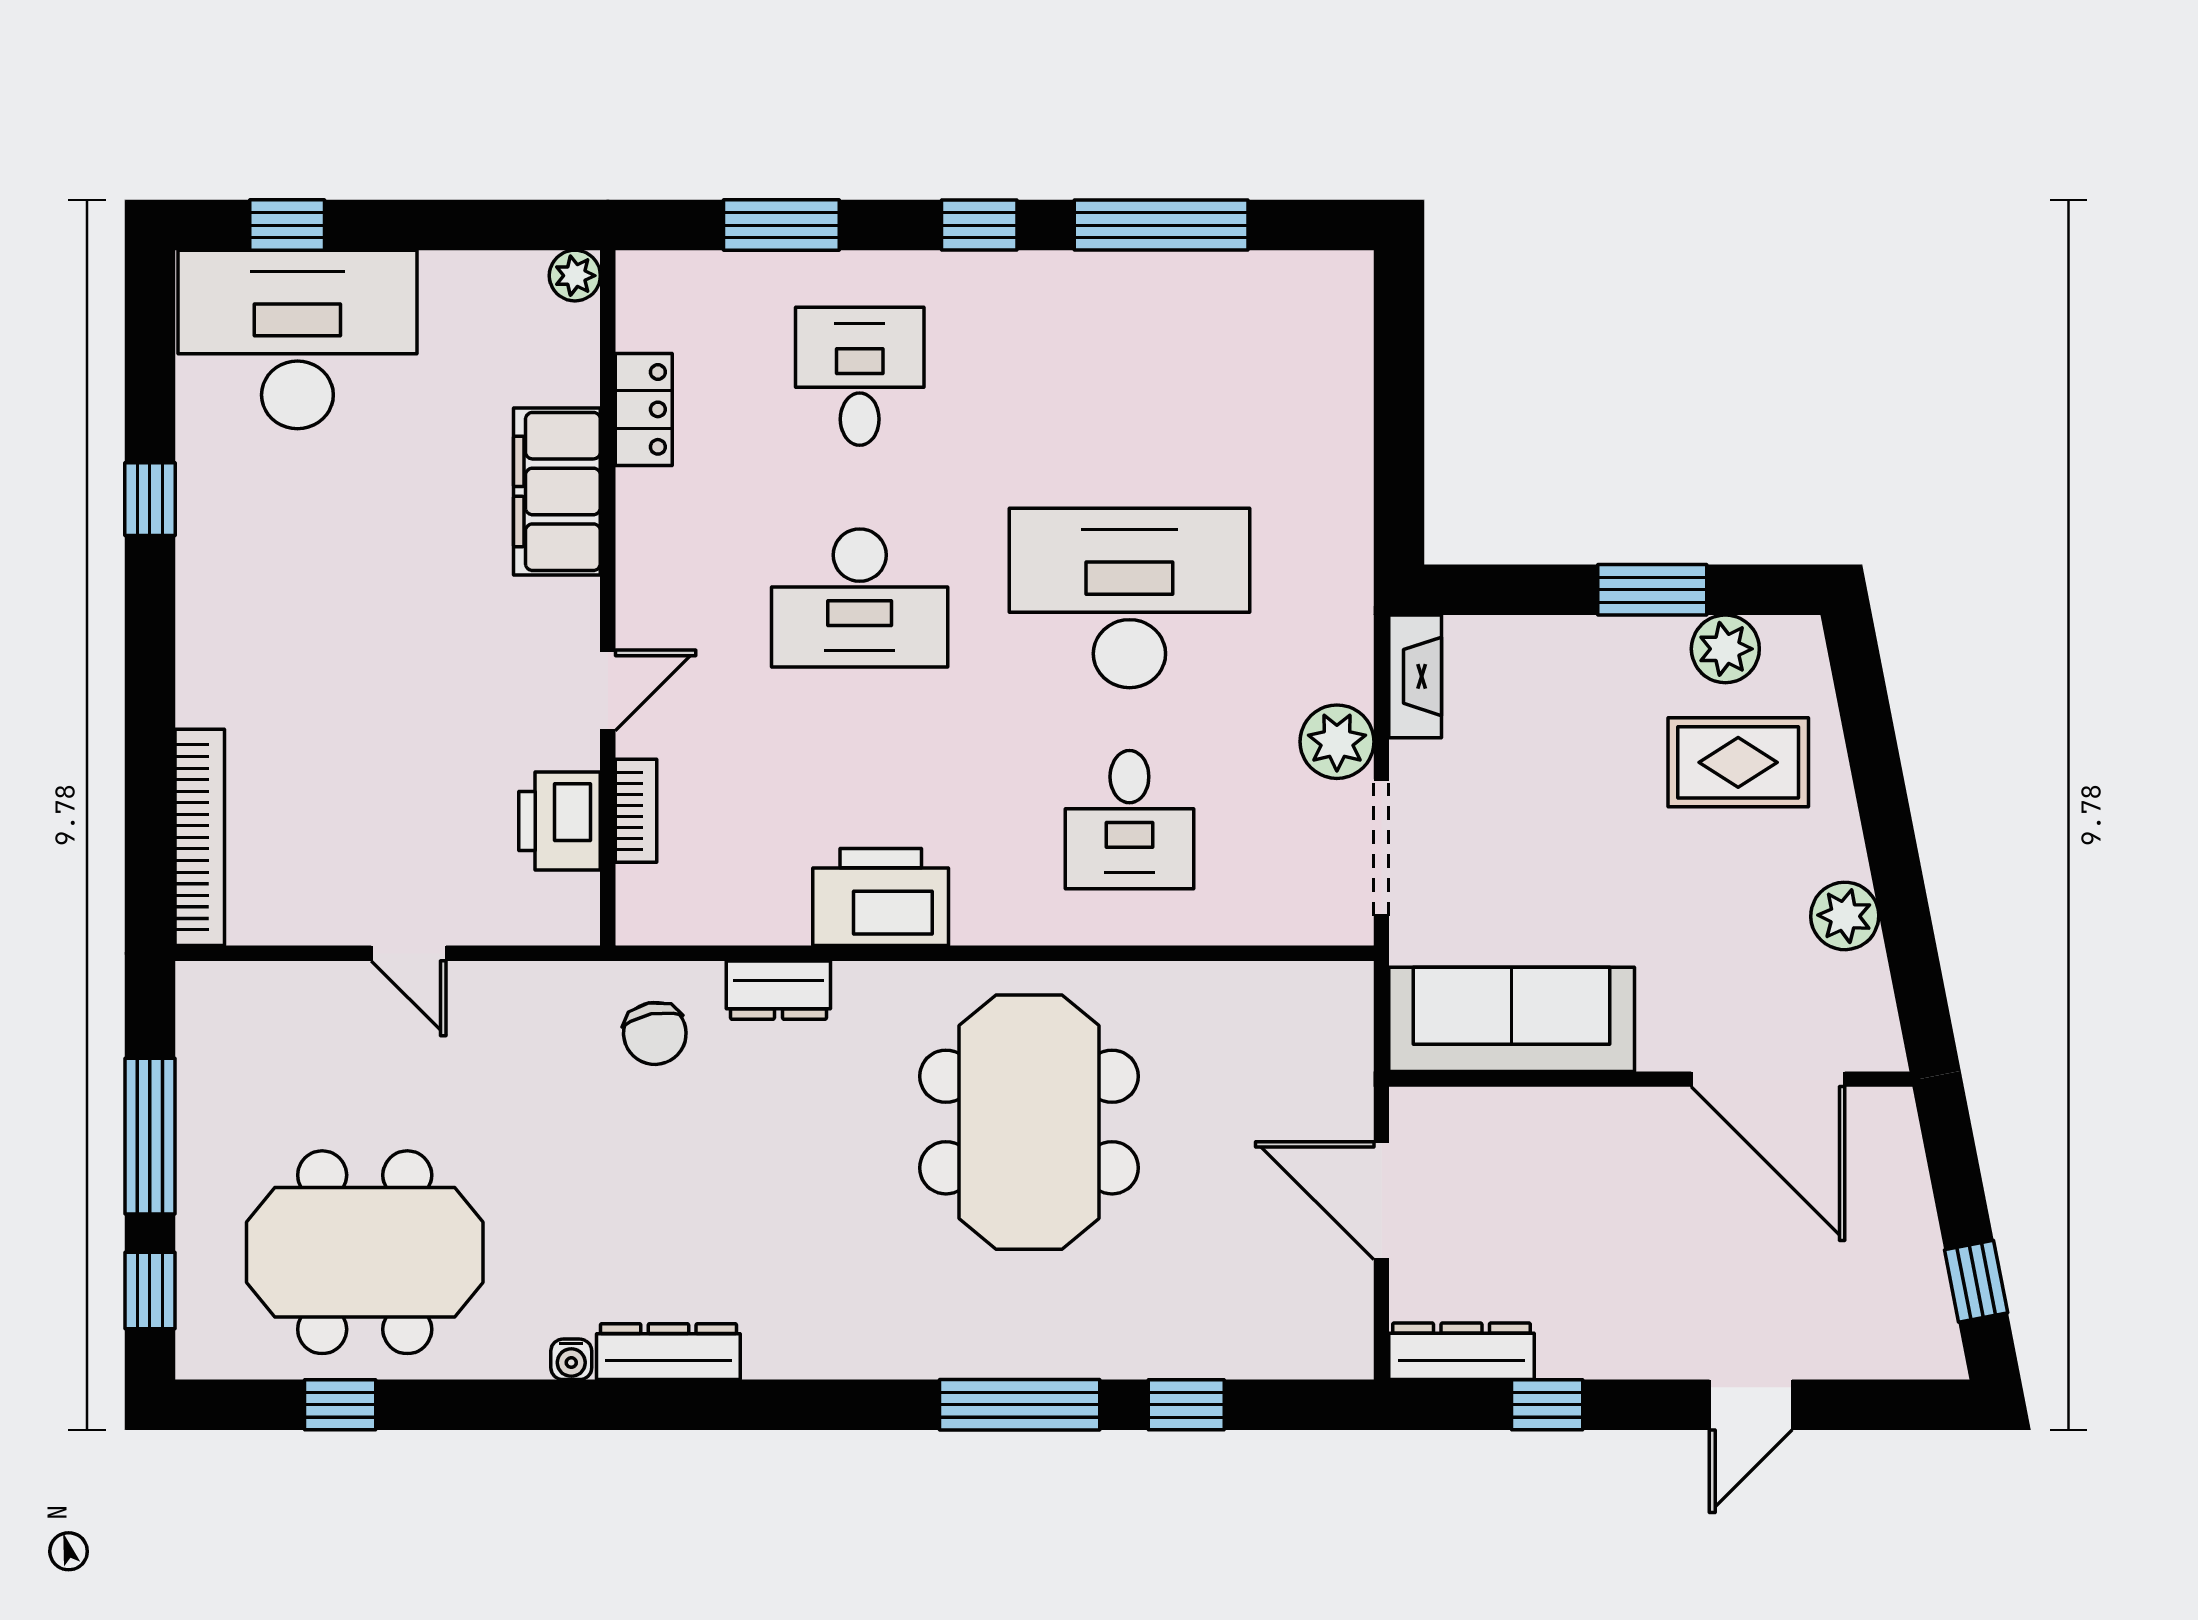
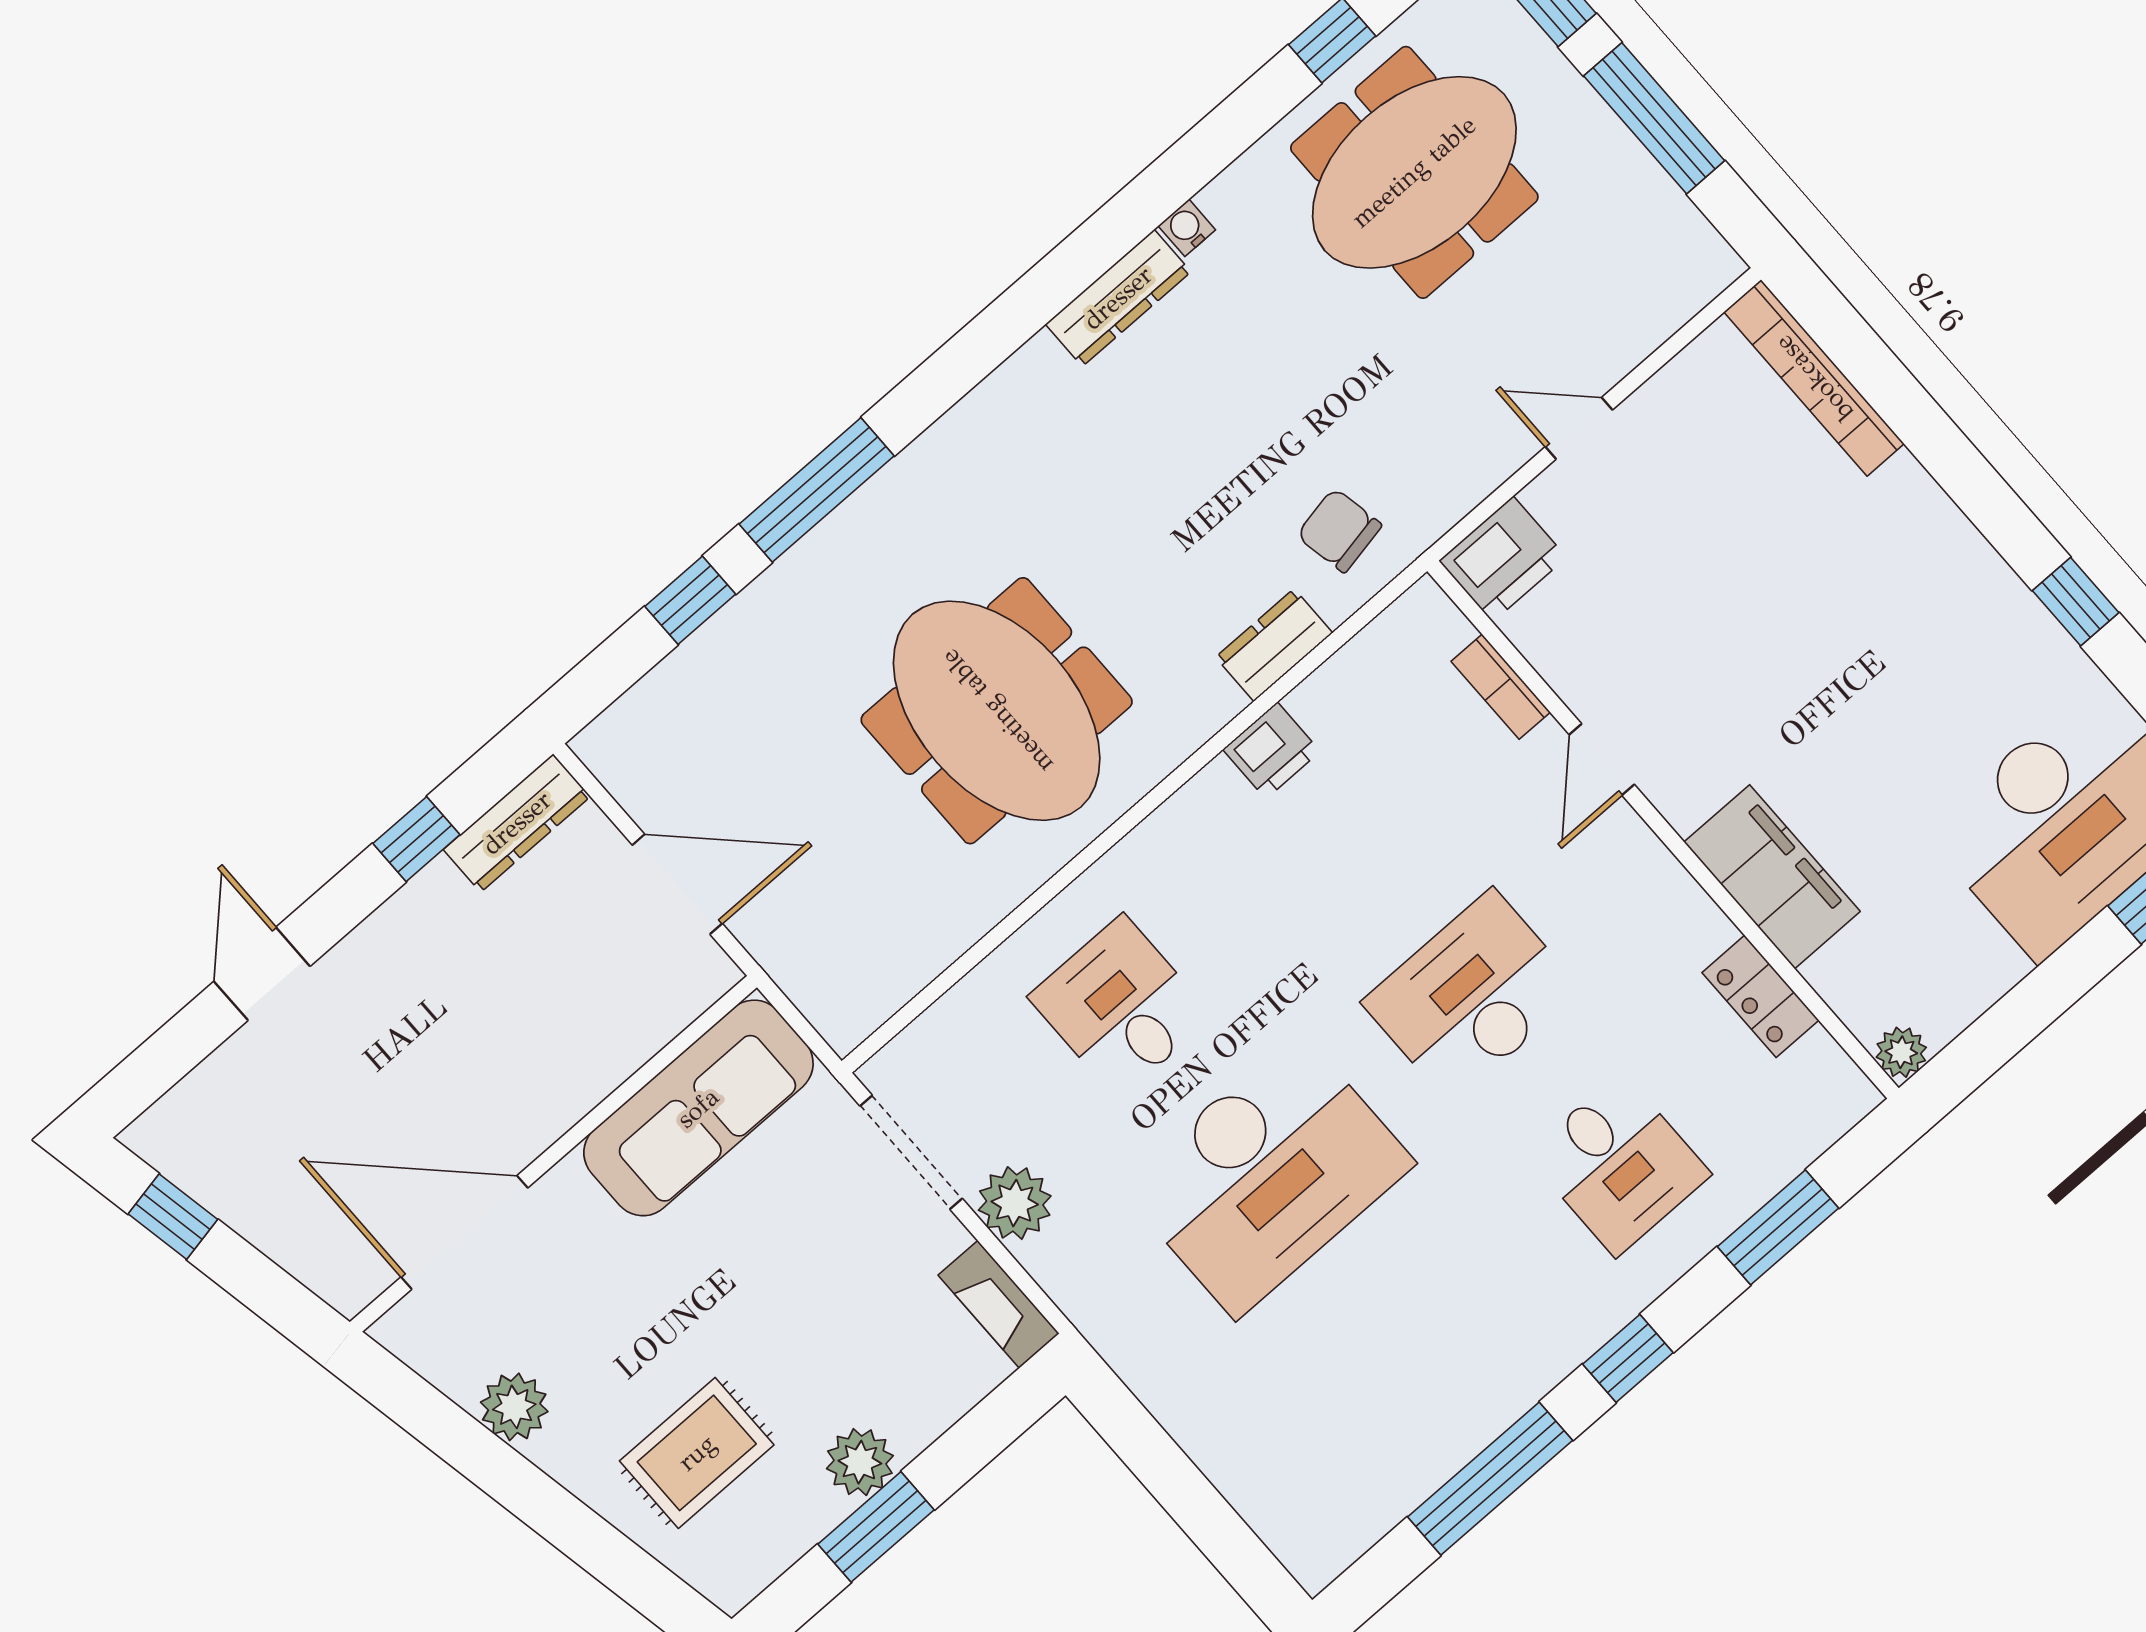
plant: (1725, 649) -> (860, 1462), moved
printer: (560, 821) -> (1503, 559), moved, turned 90
printer: (881, 897) -> (1271, 750), width x0.53, depth x0.68

